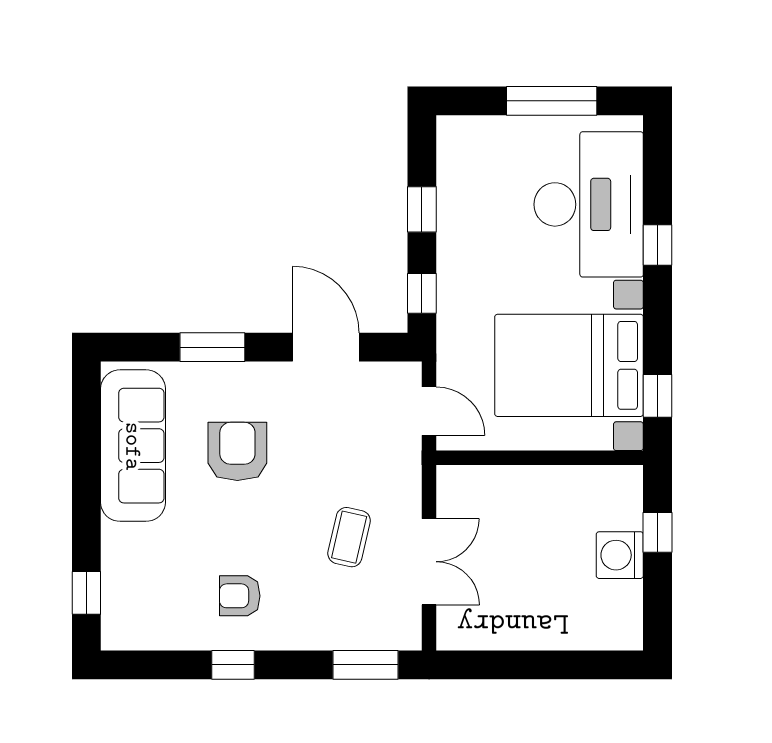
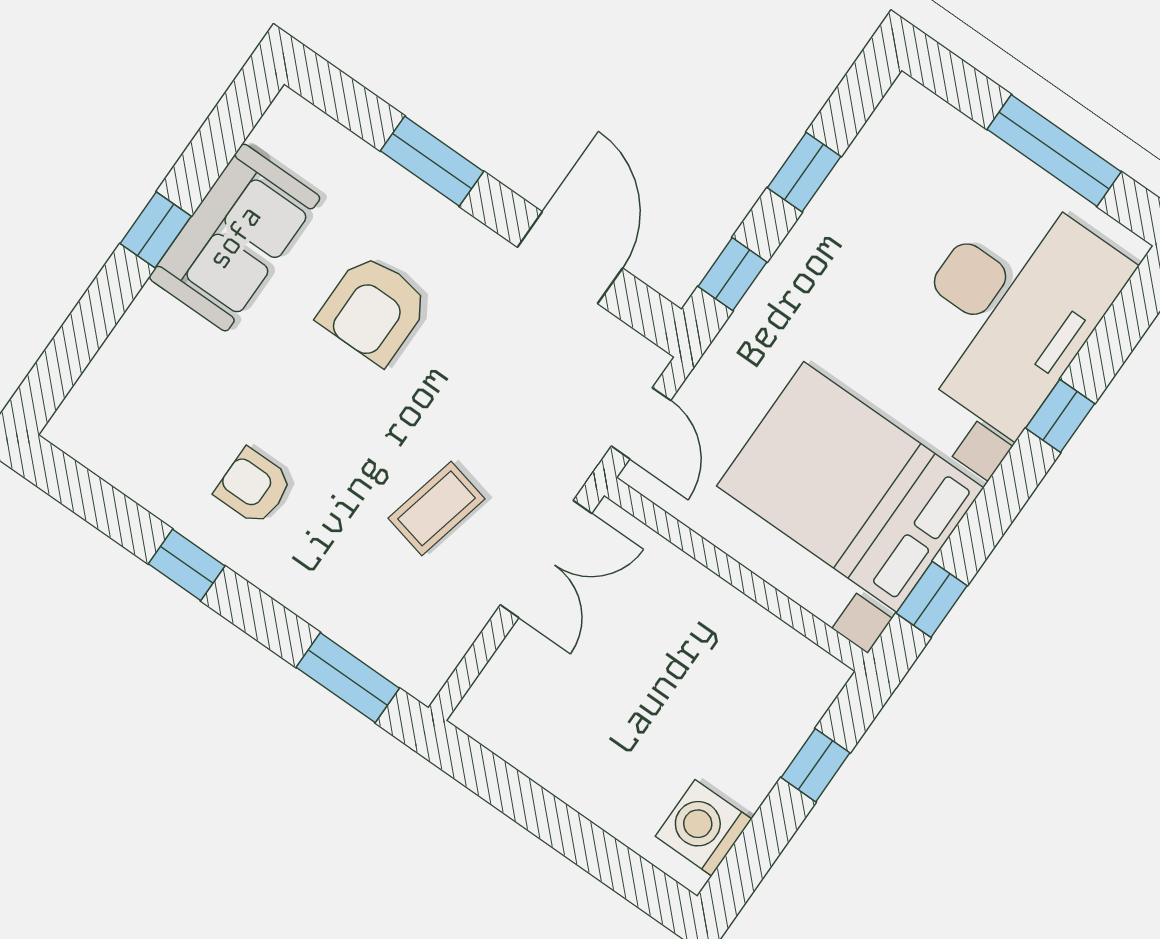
sofa: (133, 446) -> (235, 238), width x0.73
armchair: (237, 451) -> (374, 309), turned 180
washing machine: (620, 555) -> (703, 828), moved
double door: (429, 562) -> (546, 559), moved
window: (86, 593) -> (156, 230), moved

